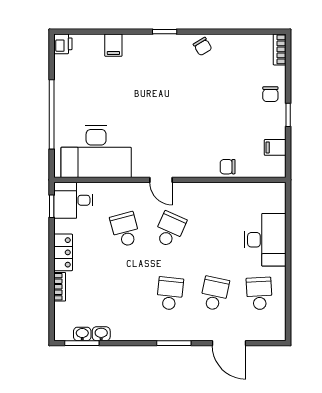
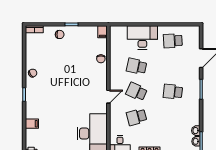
filing cabinet: (275, 147) -> (103, 32), moved
school desk: (215, 294) -> (137, 66), moved

